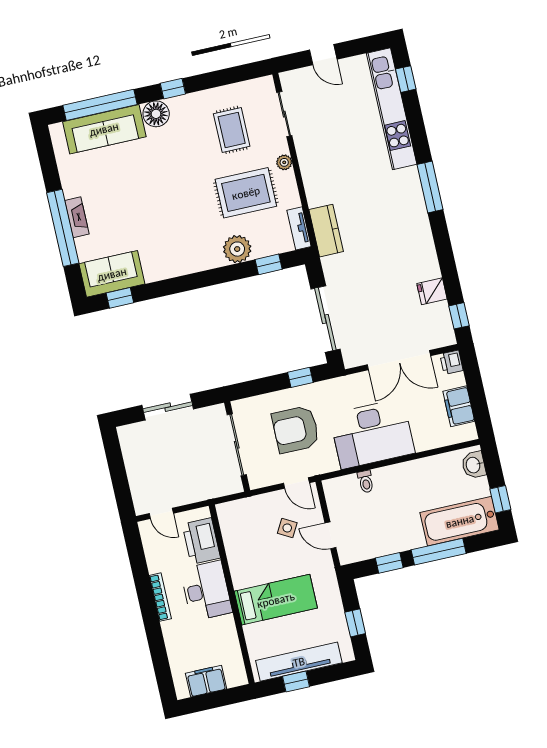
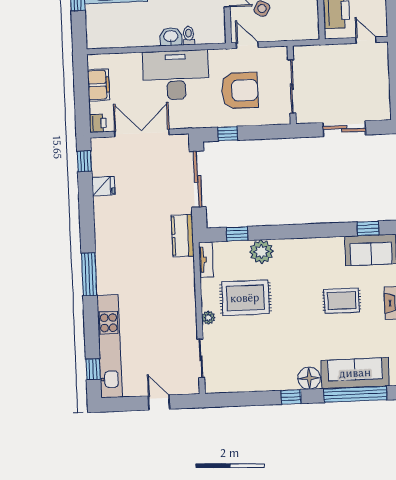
rug: (232, 130) -> (342, 301), moved, turned 90
kitchen counter: (326, 231) -> (183, 236), moved
washbasin: (474, 465) -> (171, 37), moved, turned -90

